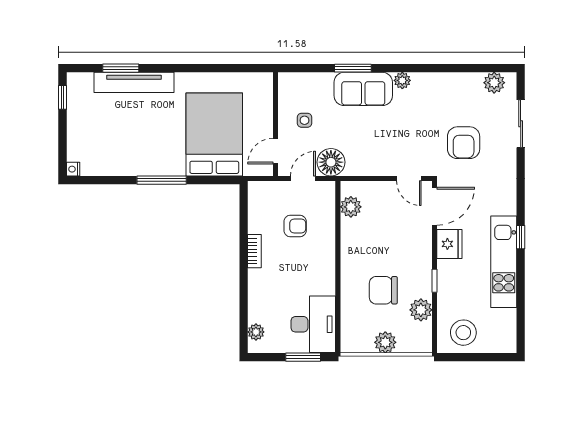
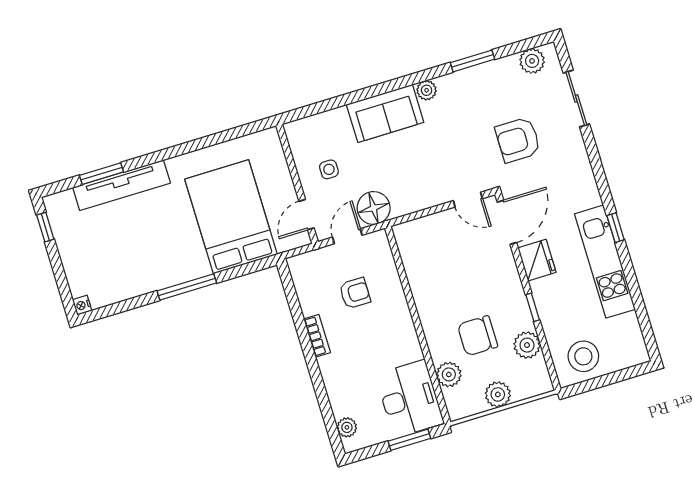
window: (353, 68) -> (472, 61), moved
armchair: (464, 143) -> (518, 140), turned 90
plant: (351, 207) -> (449, 374), moved

